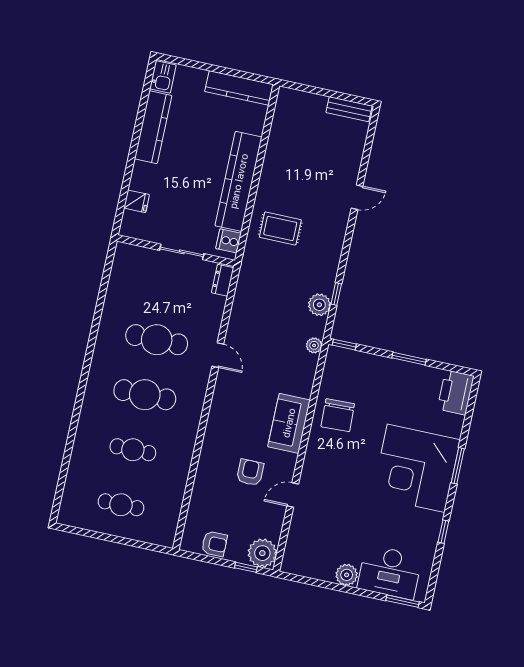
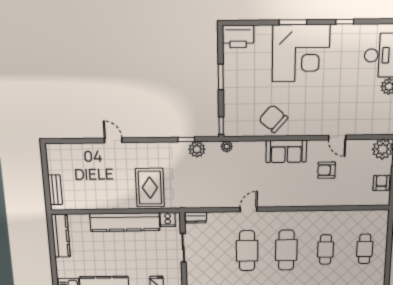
bench: (349, 109) -> (55, 190), moved
rug: (280, 228) -> (150, 188), width x1.36, depth x1.43
chair: (338, 415) -> (273, 119), turned -137

